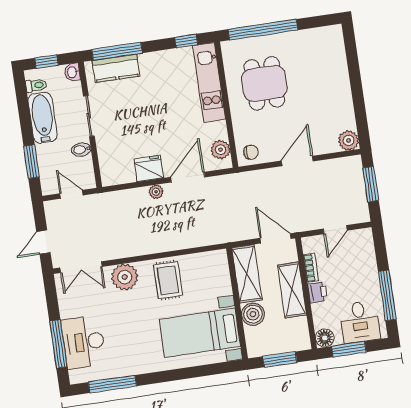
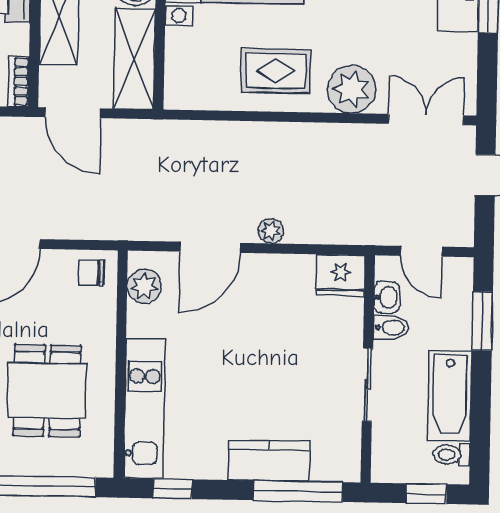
kitchen counter: (116, 68) -> (269, 461), moved
washbasin: (72, 72) -> (387, 297), moved
fridge: (149, 168) -> (340, 275), moved
bookcase: (311, 268) -> (19, 82), moved
rug: (168, 280) -> (276, 71), turned 90

